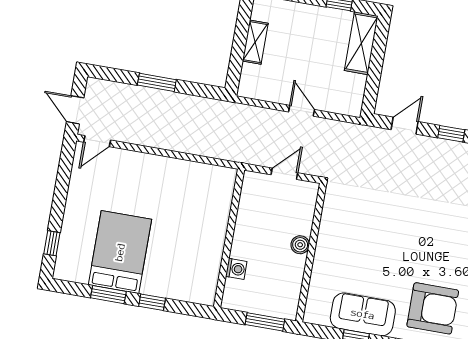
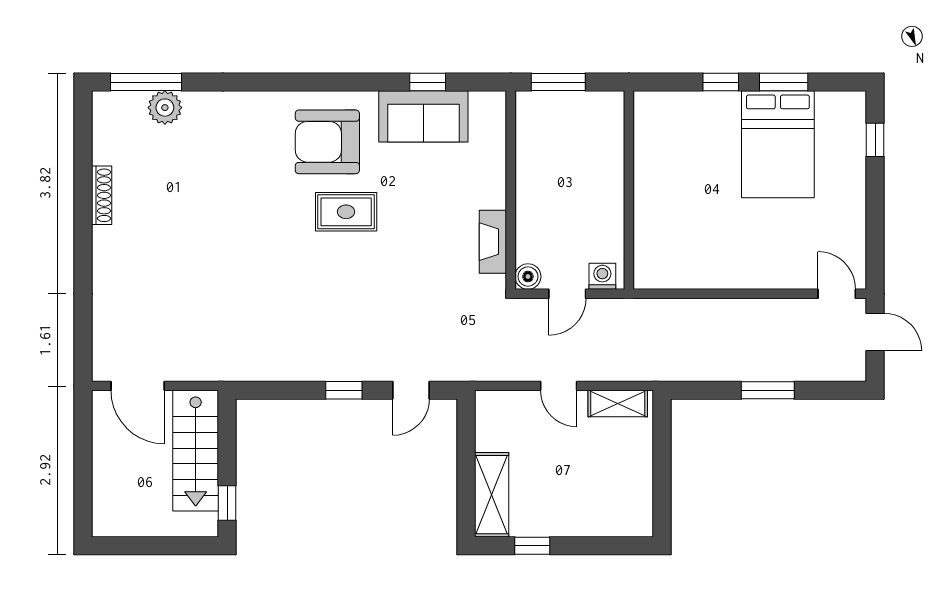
shelving: (255, 42) -> (618, 404), moved, turned 90
door: (97, 141) -> (837, 294), hinge flipped
fireplace: (330, 219) -> (493, 242), added
boiler: (300, 245) -> (528, 277), moved
rug: (428, 257) -> (346, 212), added
washing machine: (236, 269) -> (602, 276), moved, turned 90

